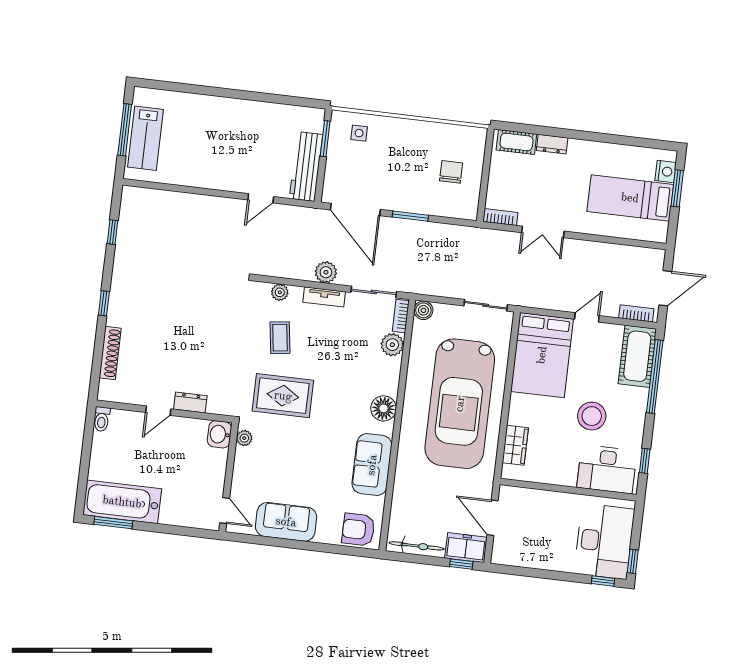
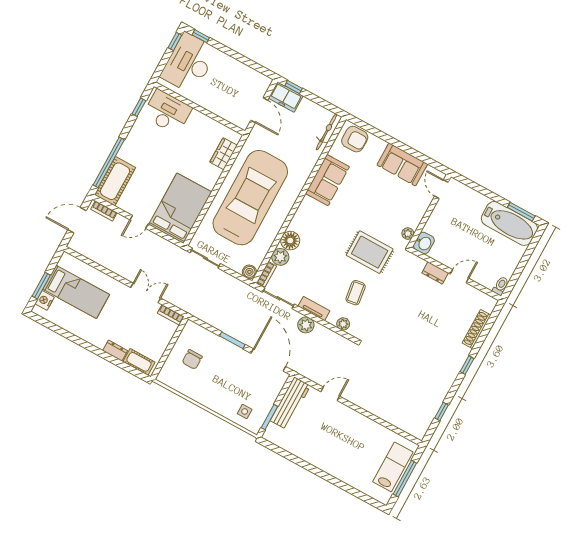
floor lamp: (383, 408) -> (290, 241), moved
stool: (592, 416) -> (163, 153), removed
bicycle: (417, 546) -> (327, 132), moved, turned 90

